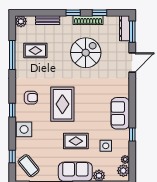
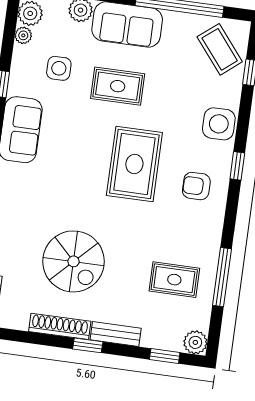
window: (99, 13) -> (165, 356), moved
bench: (48, 20) -> (116, 334), moved
spiral stairs: (86, 53) -> (74, 261), turned -90

